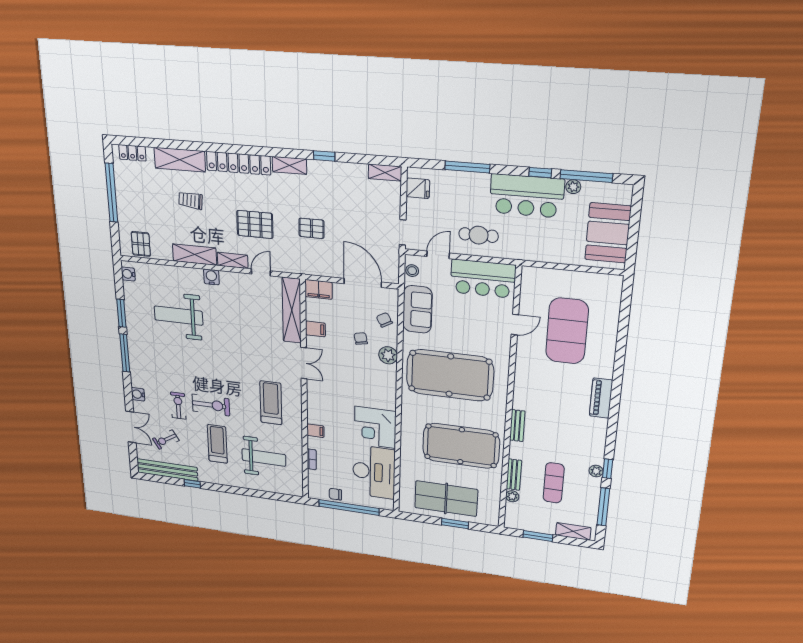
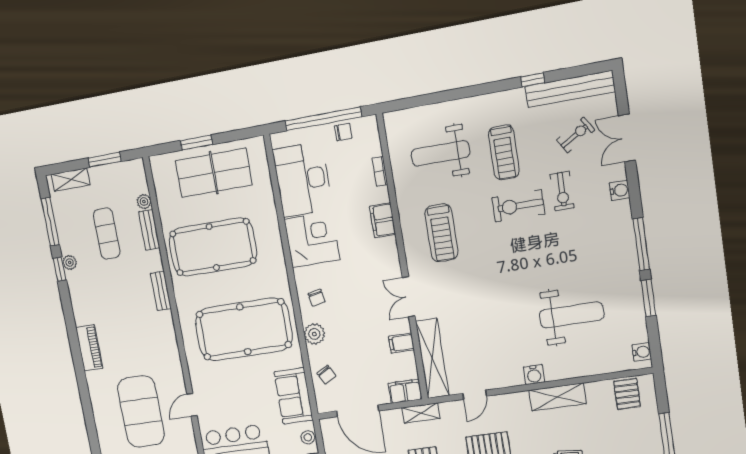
shelving: (233, 260) -> (421, 413), moved
chair: (361, 339) -> (317, 298), moved
filing cabinet: (315, 431) -> (383, 220), width x2.00

